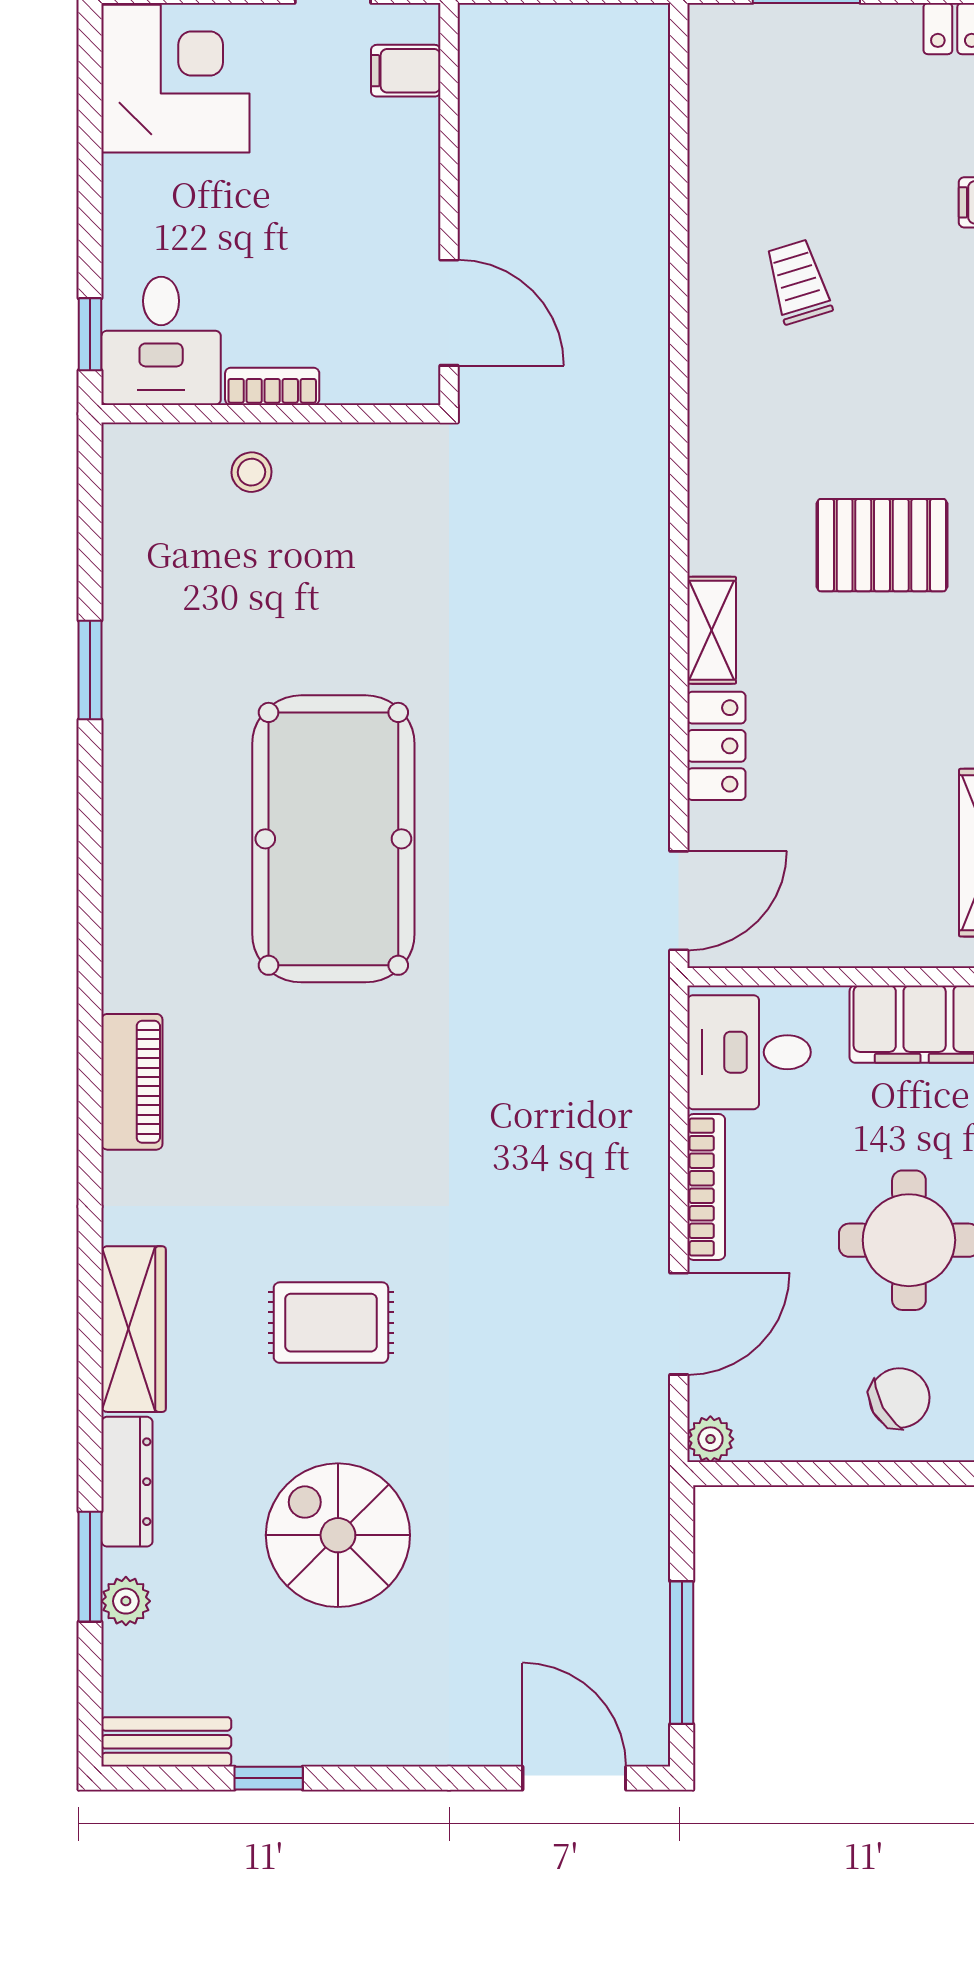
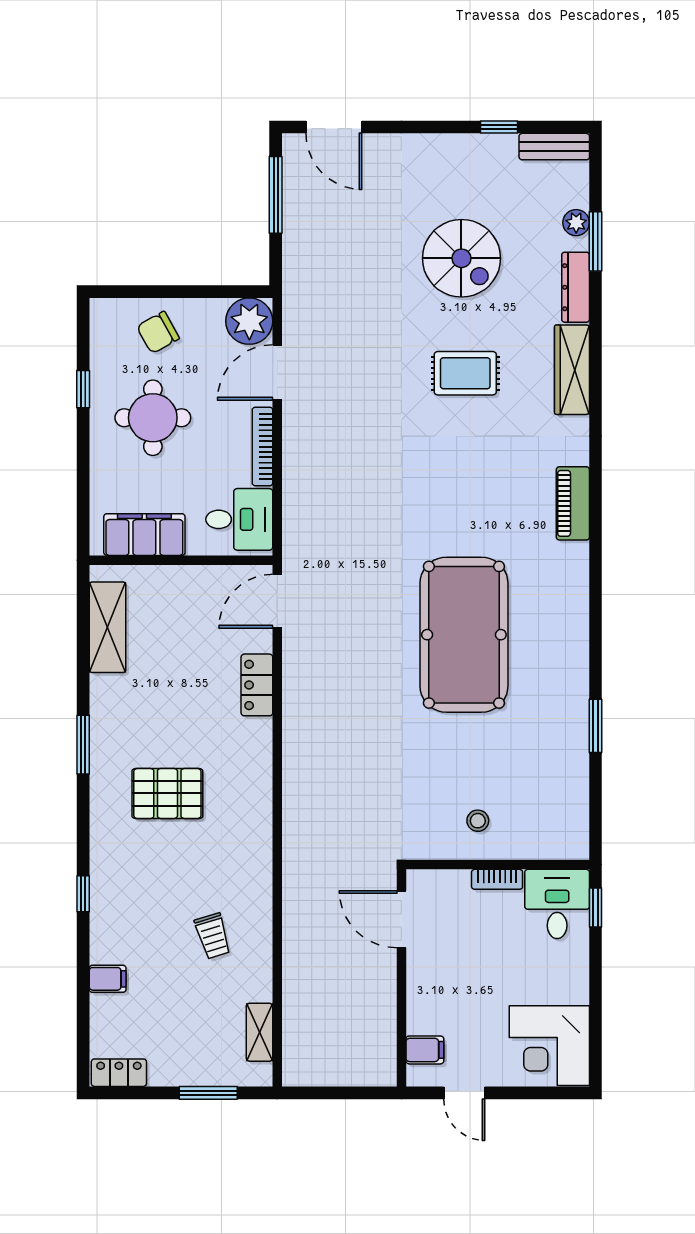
stool: (251, 472) -> (478, 821), moved
shelving: (712, 630) -> (259, 1032), moved
plant: (710, 1439) -> (249, 321), width x1.87, depth x1.87

